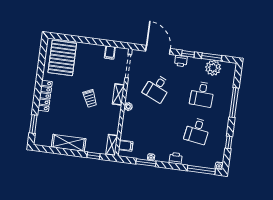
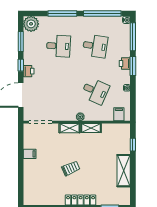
filing cabinet: (110, 53) -> (30, 154), moved
pallet: (62, 58) -> (41, 188), removed
plant: (213, 68) -> (31, 24), moved
desk: (157, 88) -> (95, 91), moved
trolley: (90, 98) -> (71, 168), moved
window: (229, 142) -> (102, 13), width x3.17
shelving: (112, 145) -> (91, 128), moved
window: (146, 163) -> (133, 66), moved

